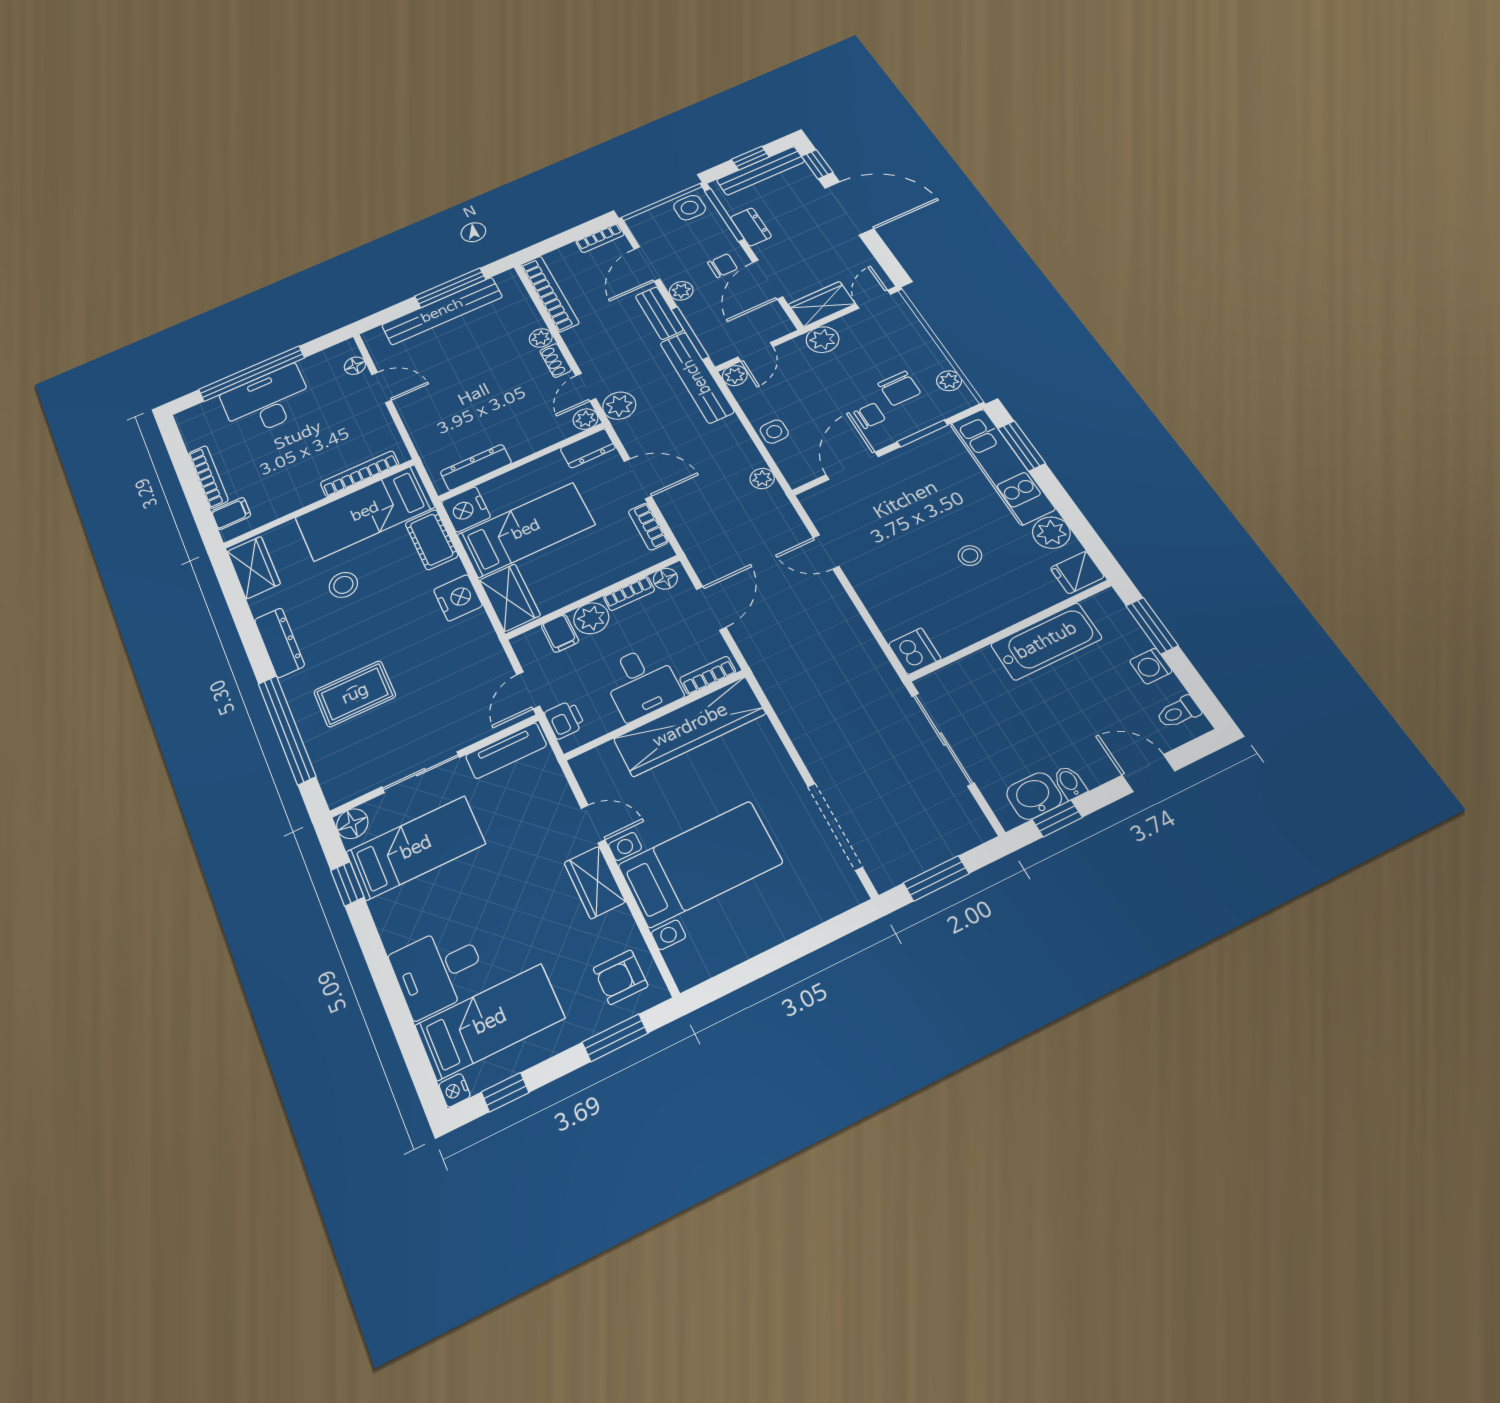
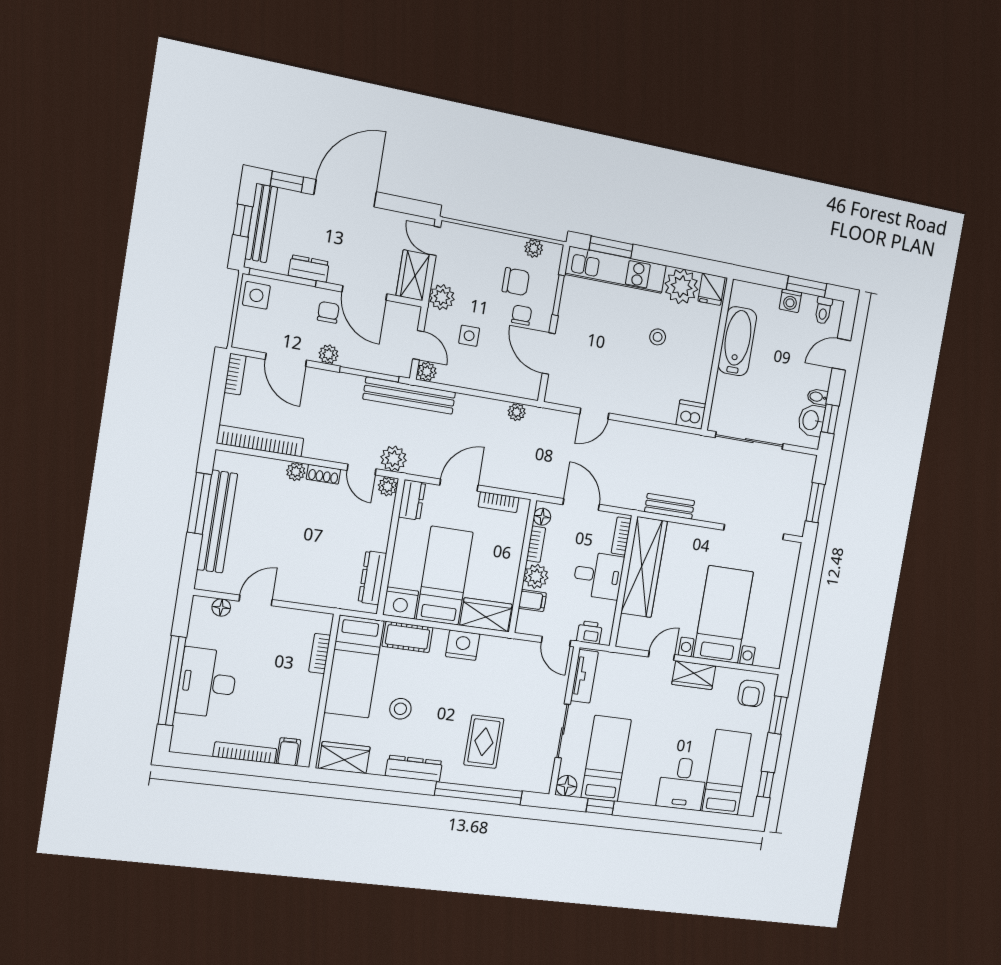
bench: (659, 313) -> (670, 506), moved
side table: (774, 432) -> (469, 336), moved
bookcase: (360, 474) -> (320, 653), width x0.64
plant: (1051, 533) -> (681, 286), width x1.36, depth x1.36
window: (1152, 626) -> (807, 287), moved
nightstand: (455, 1090) -> (747, 809), removed

